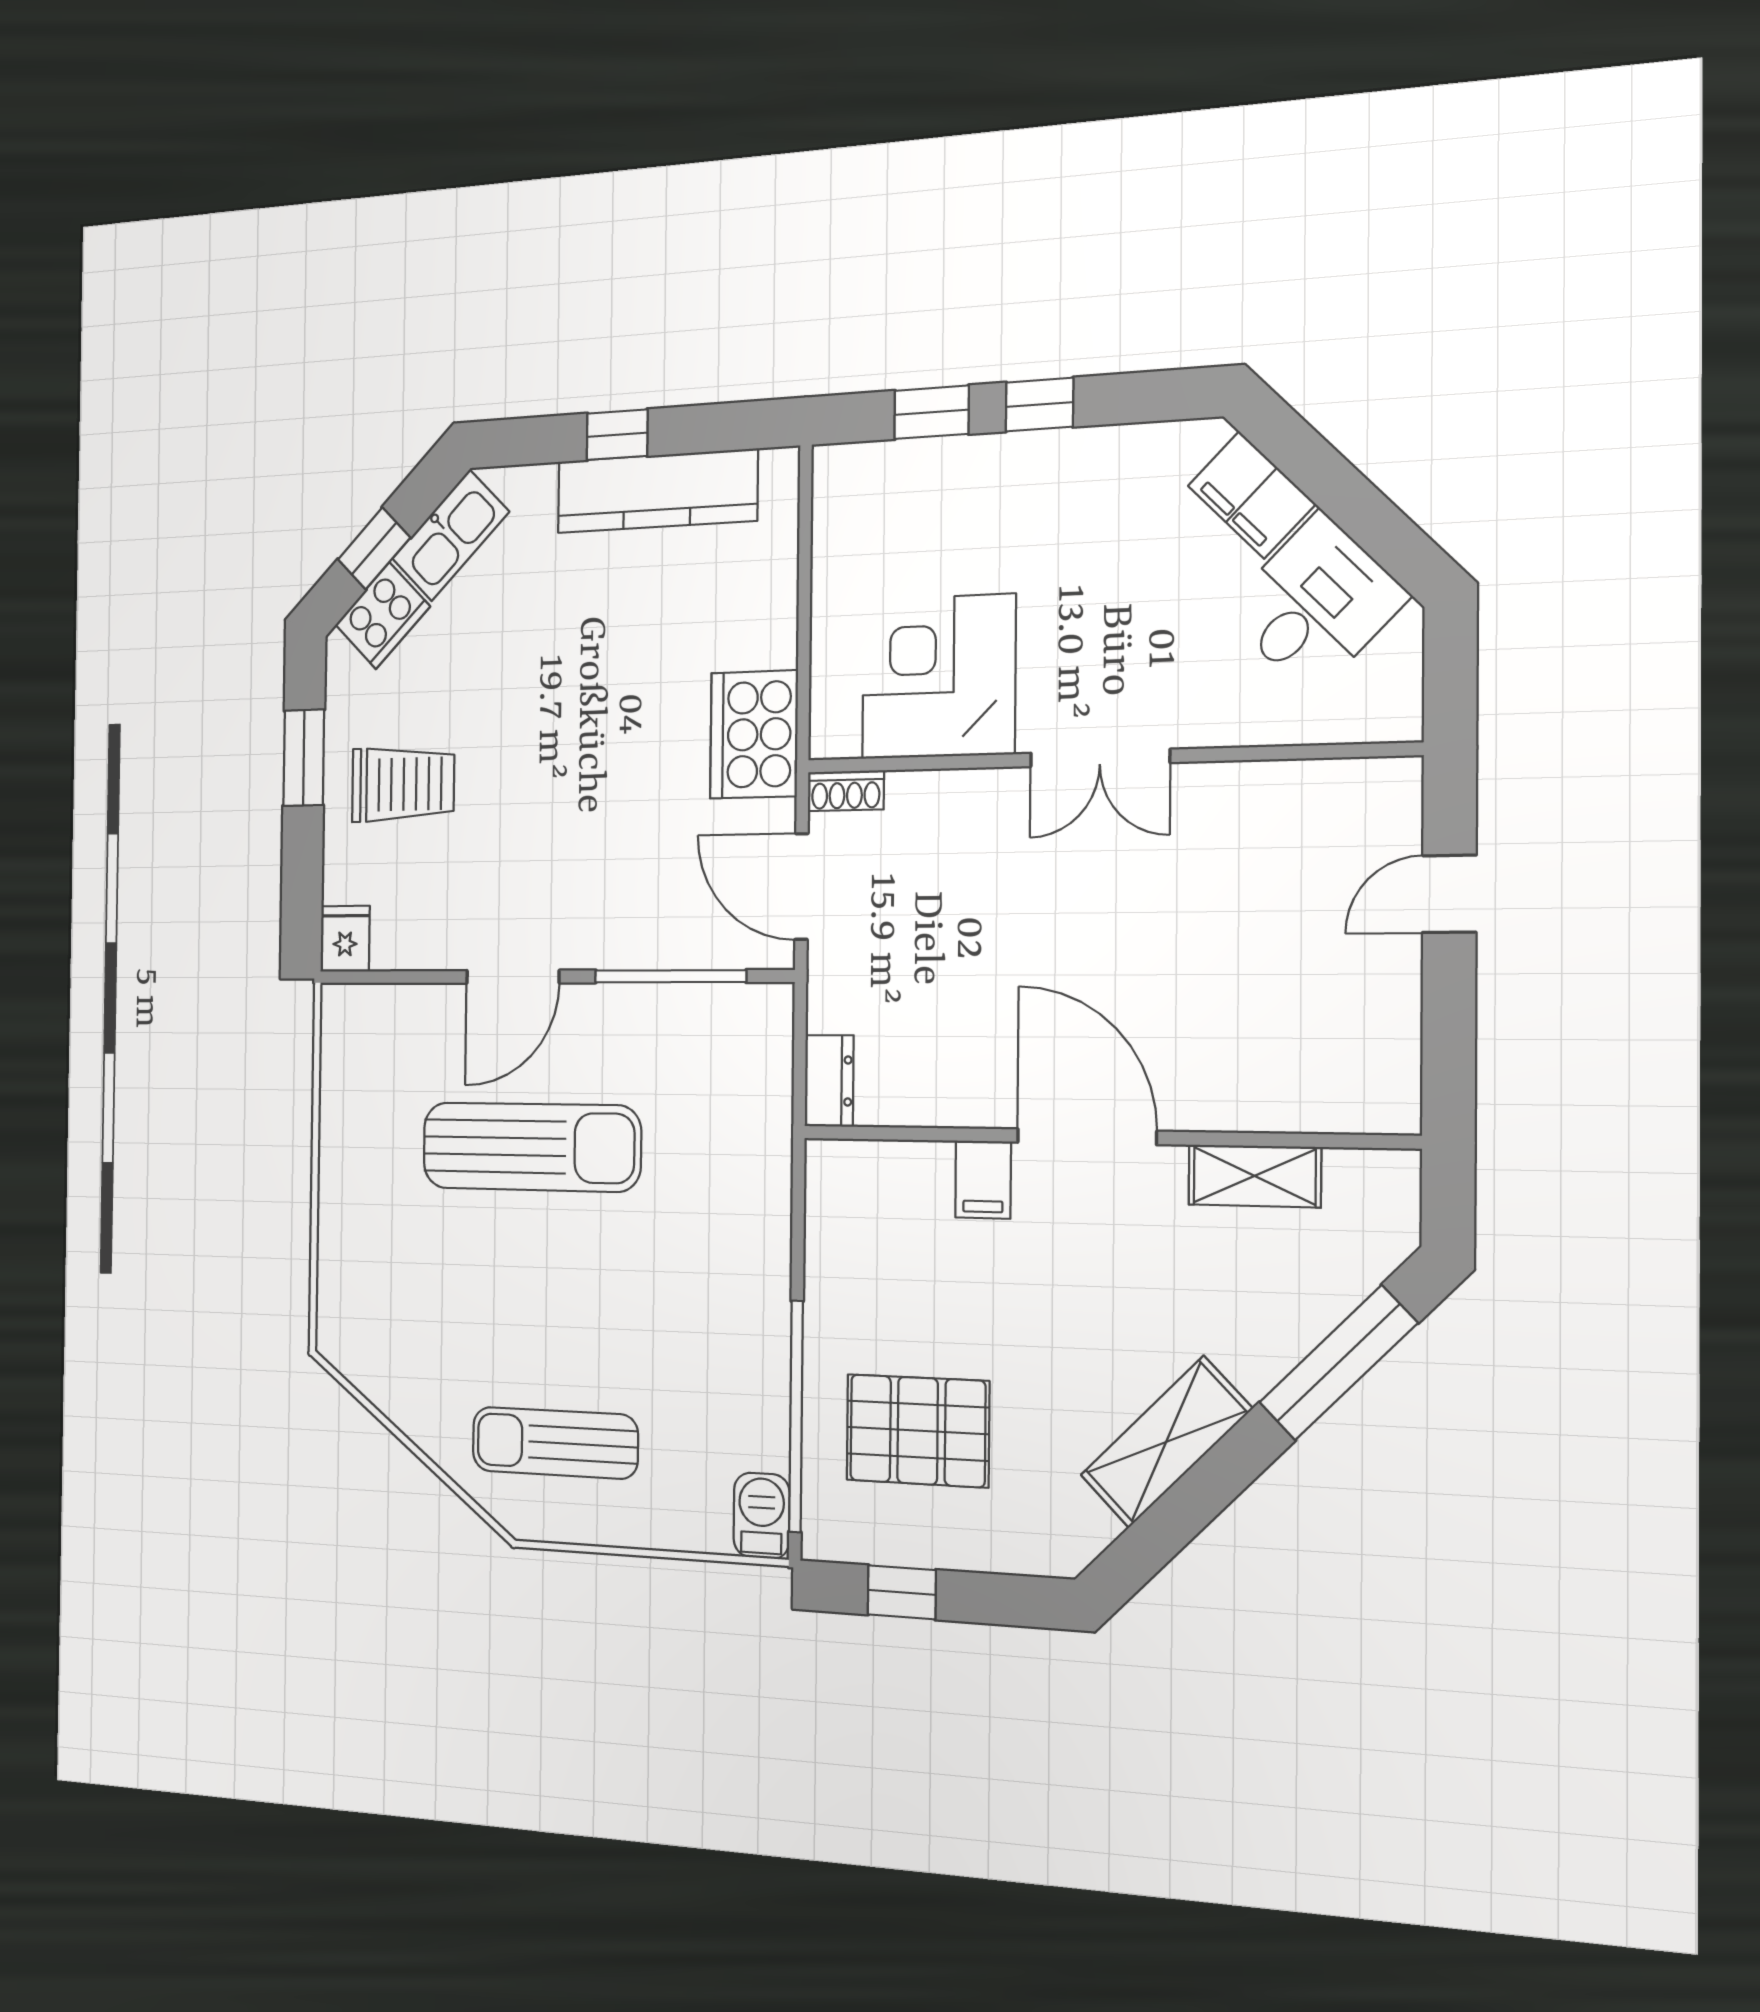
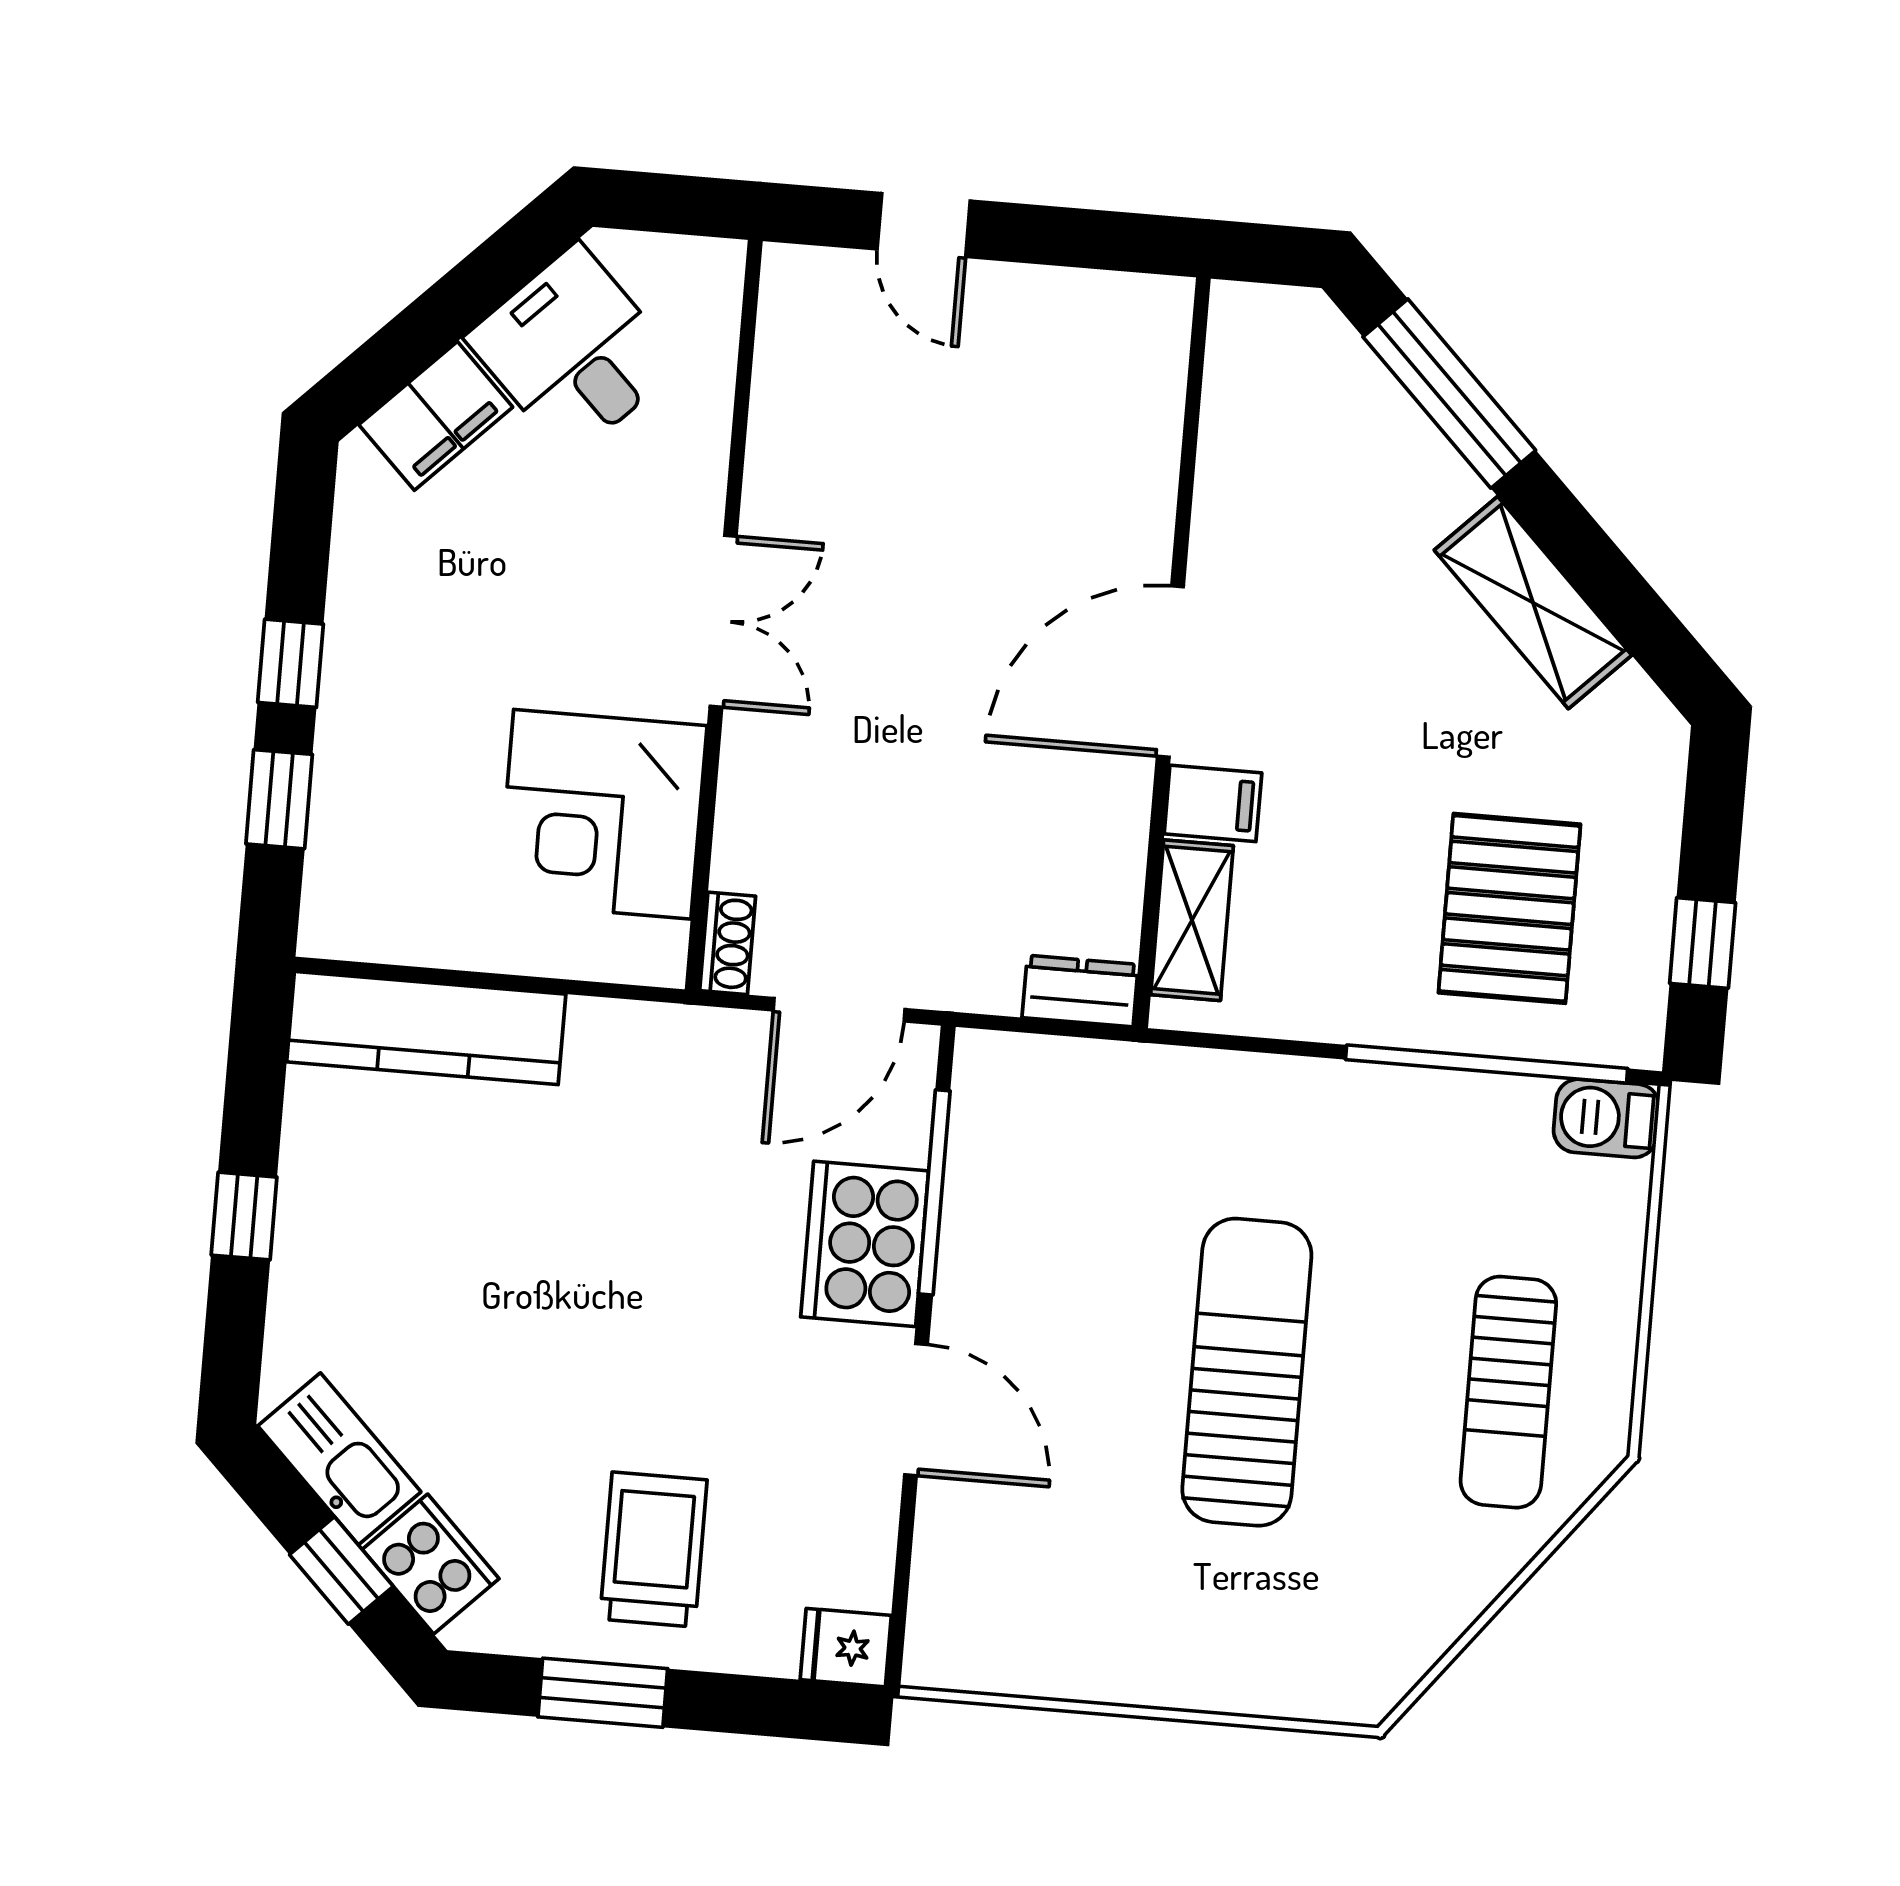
kitchen counter: (657, 491) -> (426, 1028), moved, turned 90
cooker: (754, 734) -> (865, 1244), moved, turned 90
sun lounger: (531, 1147) -> (1247, 1372), moved
shelving: (1255, 1176) -> (1192, 920), moved

